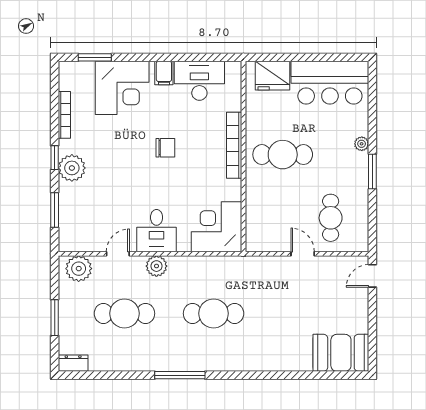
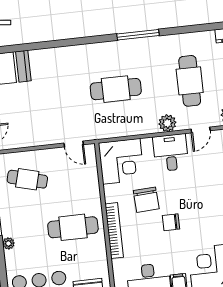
chair: (192, 178) -> (146, 200), added
cafe table: (331, 218) -> (27, 179), turned -75
door: (303, 254) -> (74, 144), moved
cafe table: (124, 313) -> (190, 81), turned 90

